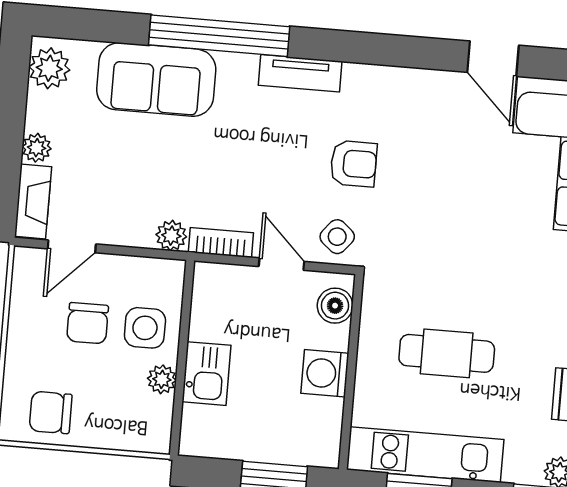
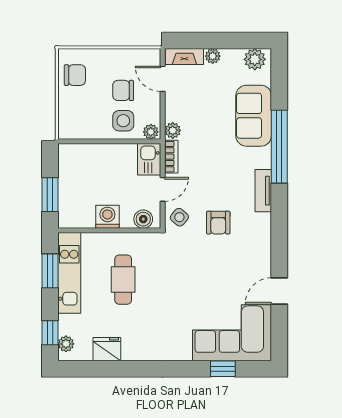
kitchen sink: (206, 374) -> (149, 159), moved, turned 90
plant: (162, 379) -> (151, 132), moved
chair: (51, 412) -> (75, 75), turned 90

